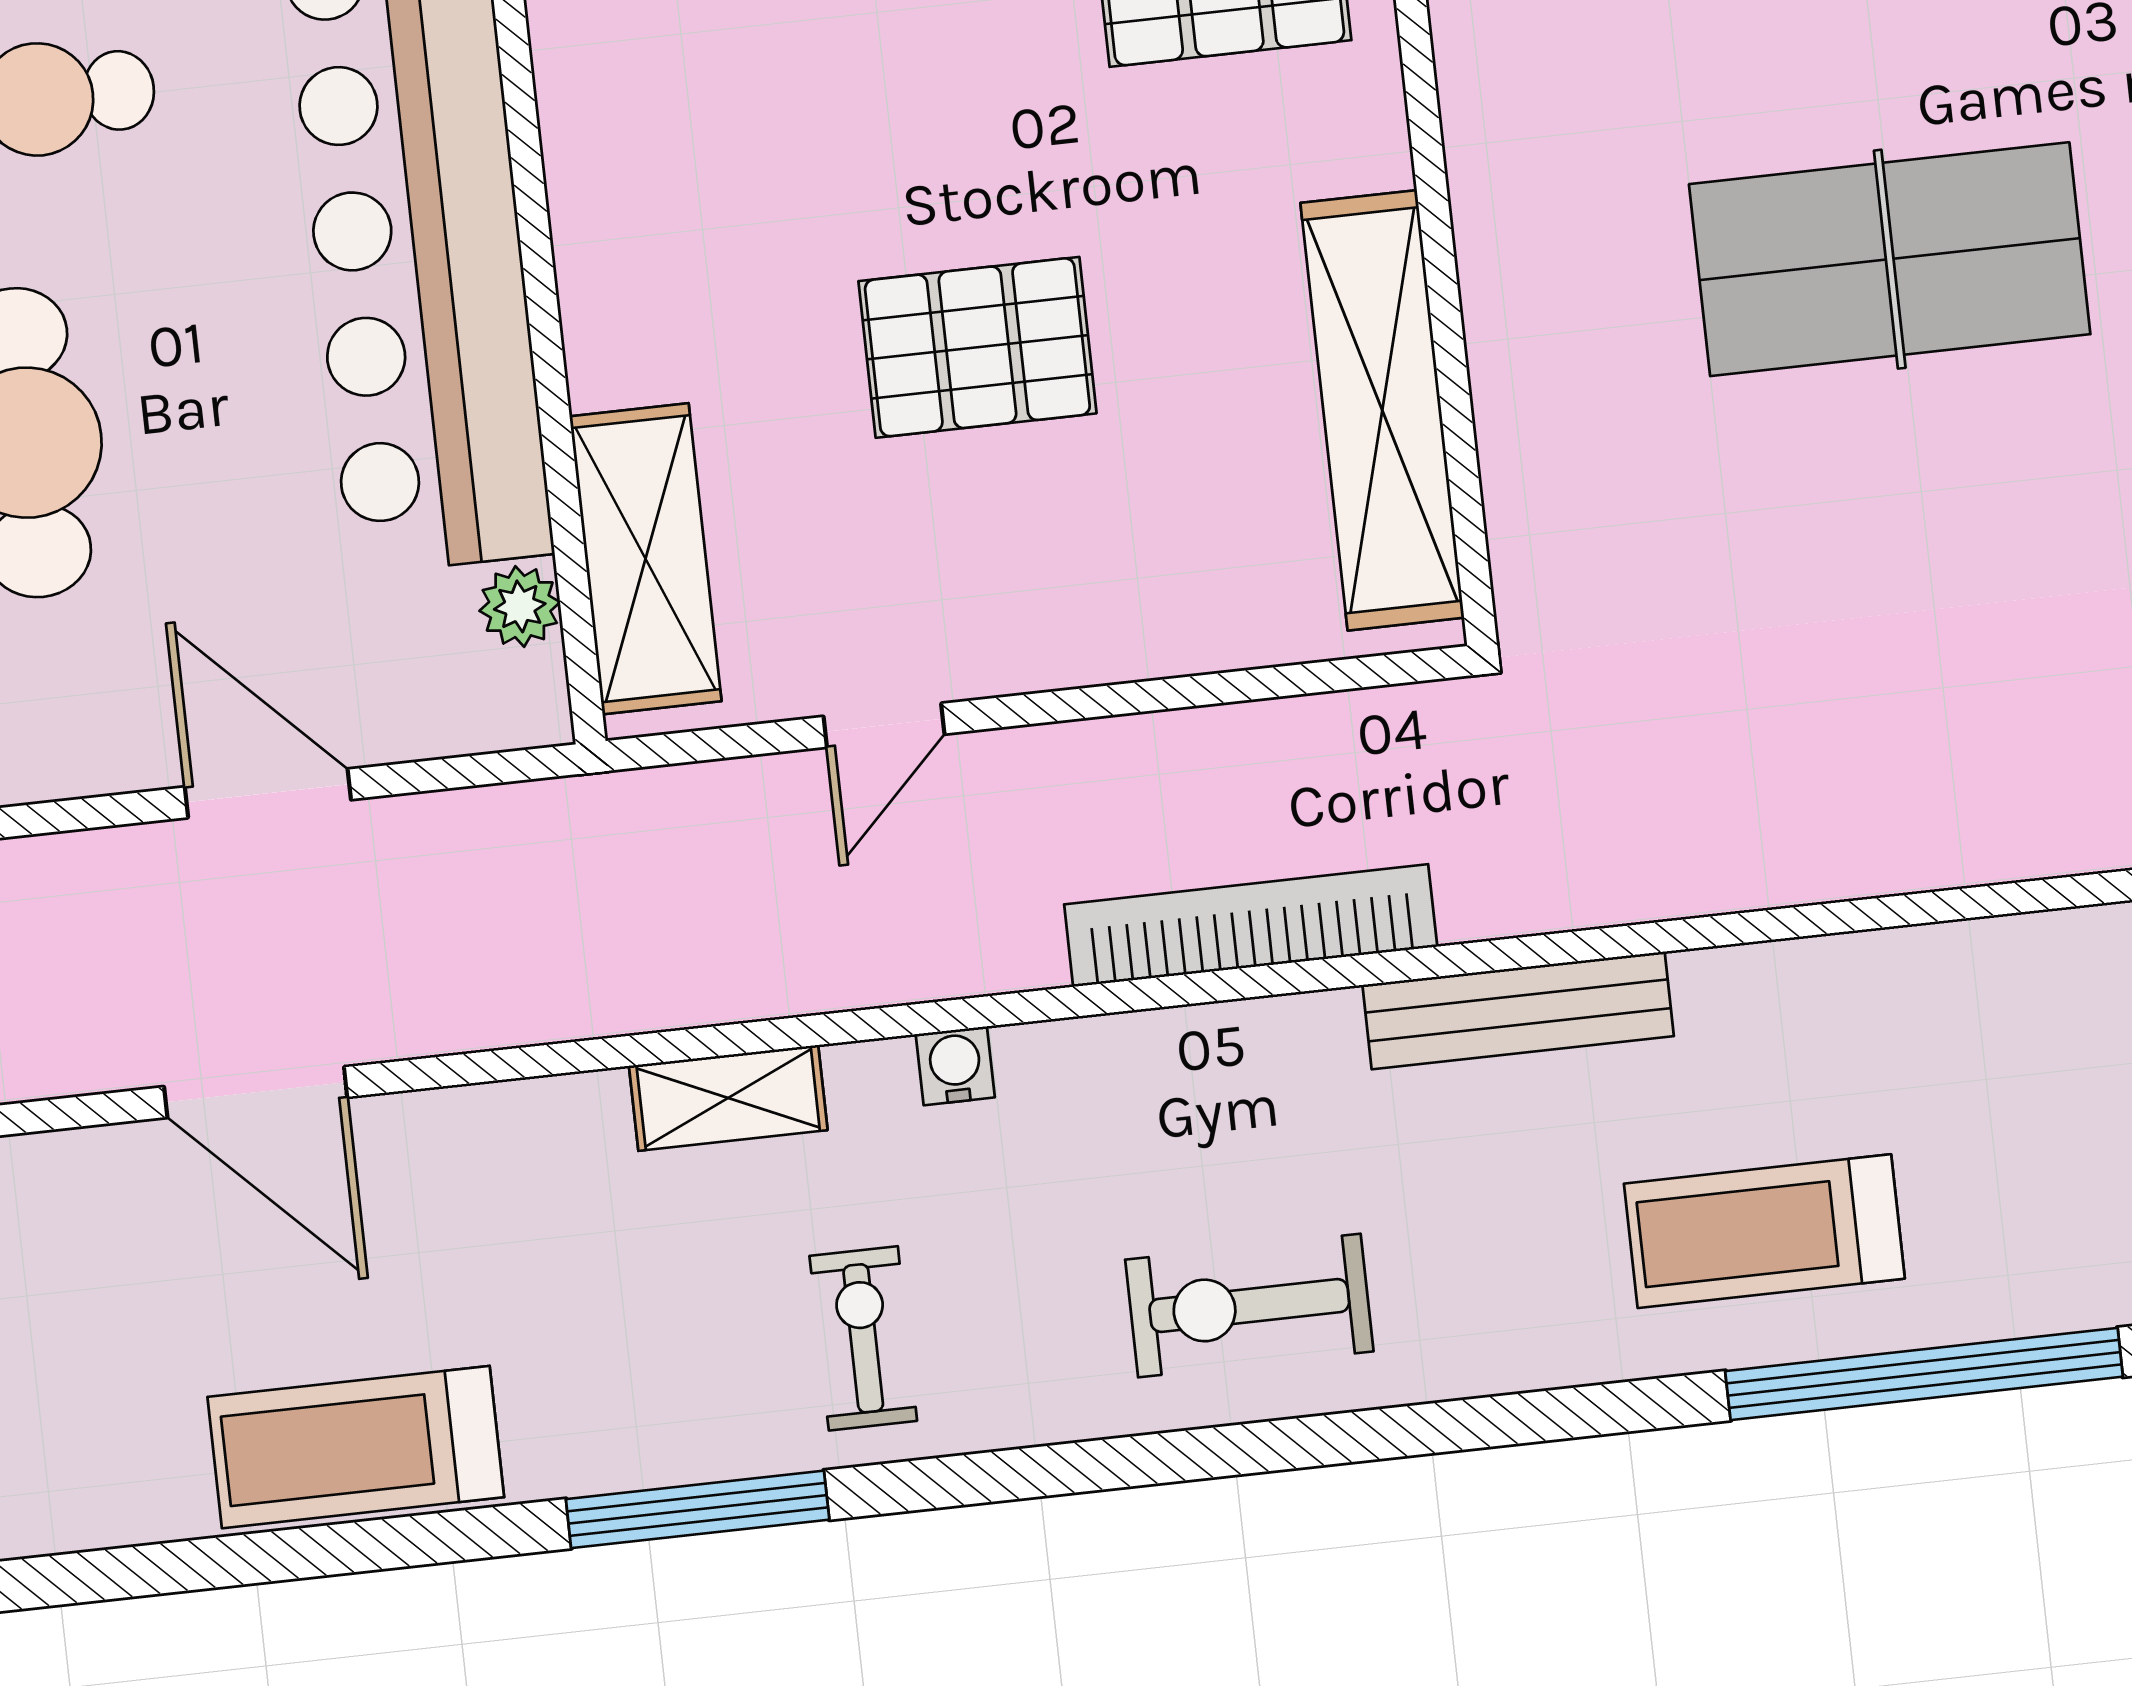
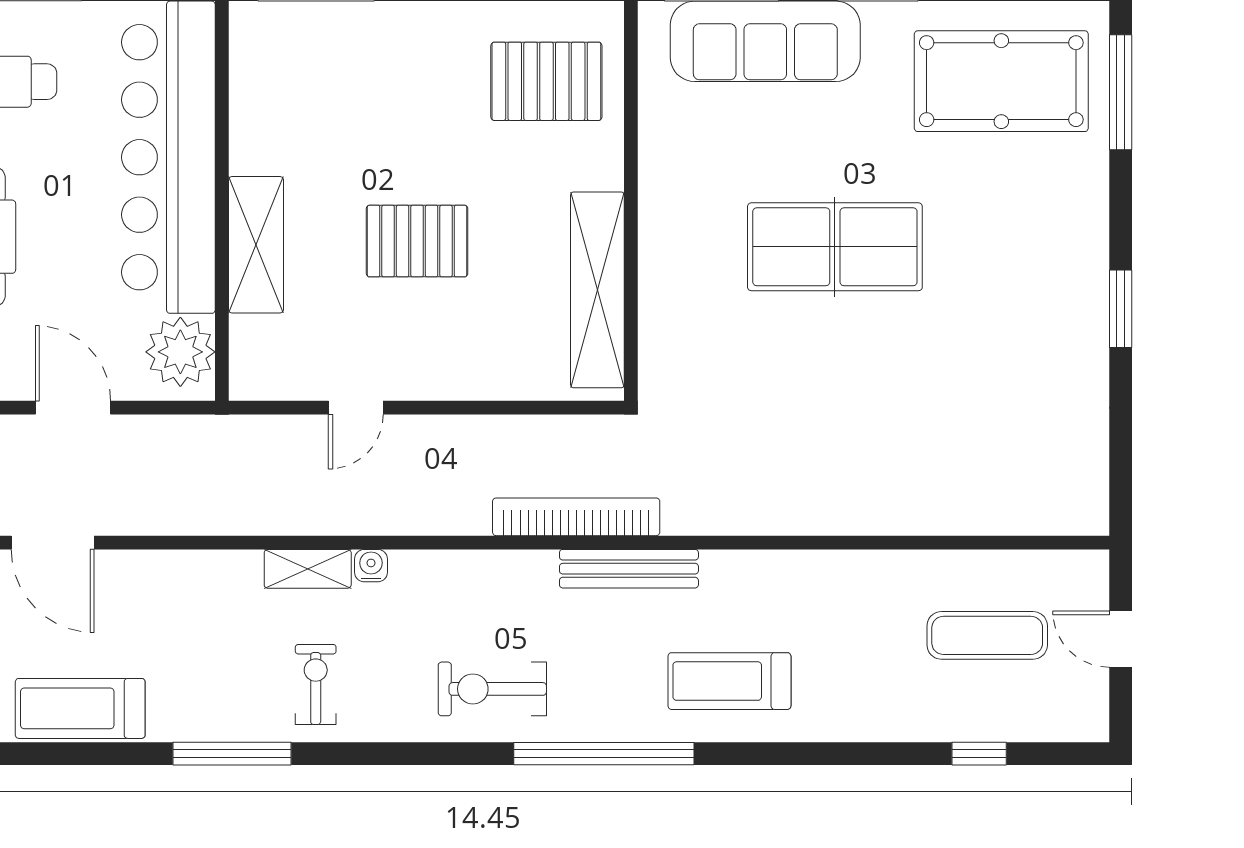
shelving: (645, 559) -> (256, 245), moved
plant: (520, 606) -> (180, 352), width x1.87, depth x1.87
bookcase: (1251, 926) -> (576, 517), moved
shelving: (728, 1098) -> (308, 569), moved
window: (1924, 1374) -> (604, 754), moved

